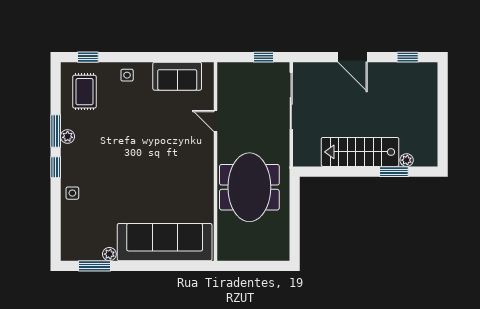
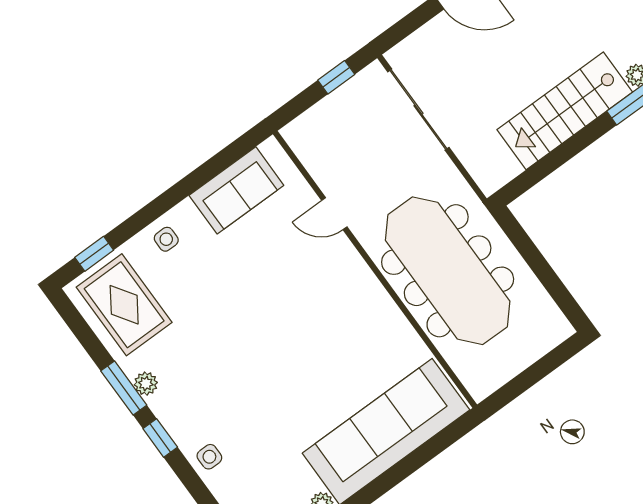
rug: (84, 92) -> (124, 305), width x1.36, depth x1.43
meeting table: (249, 187) -> (448, 271), width x1.36

